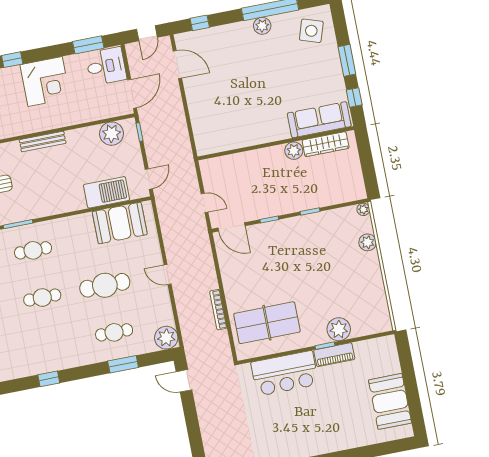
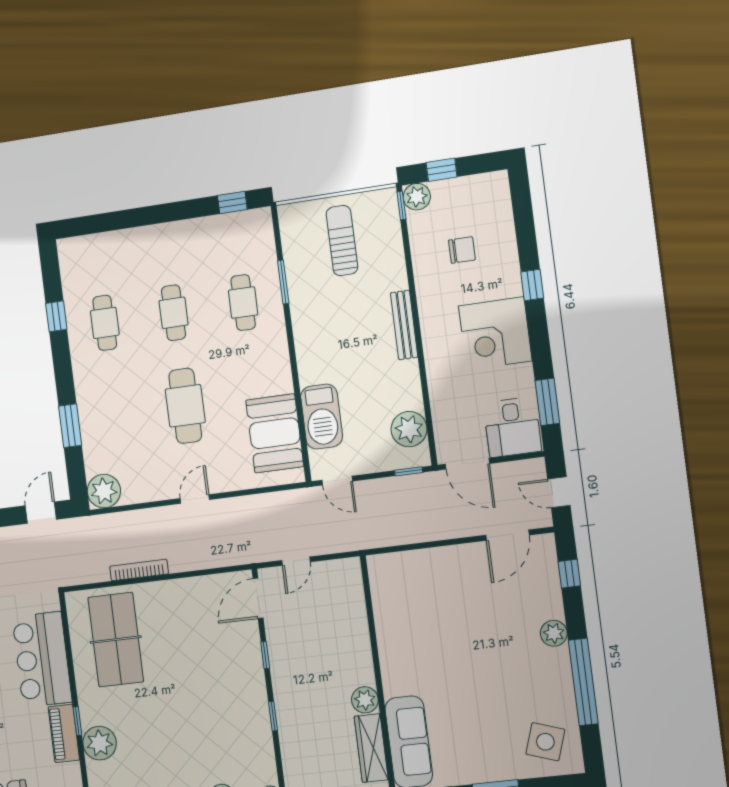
plant: (262, 26) -> (554, 633), moved
cafe table: (114, 332) -> (105, 323), moved

